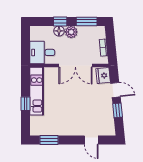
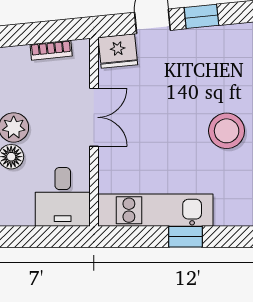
double door: (75, 66) -> (94, 117), width x0.73
stool: (70, 121) -> (227, 131), added

